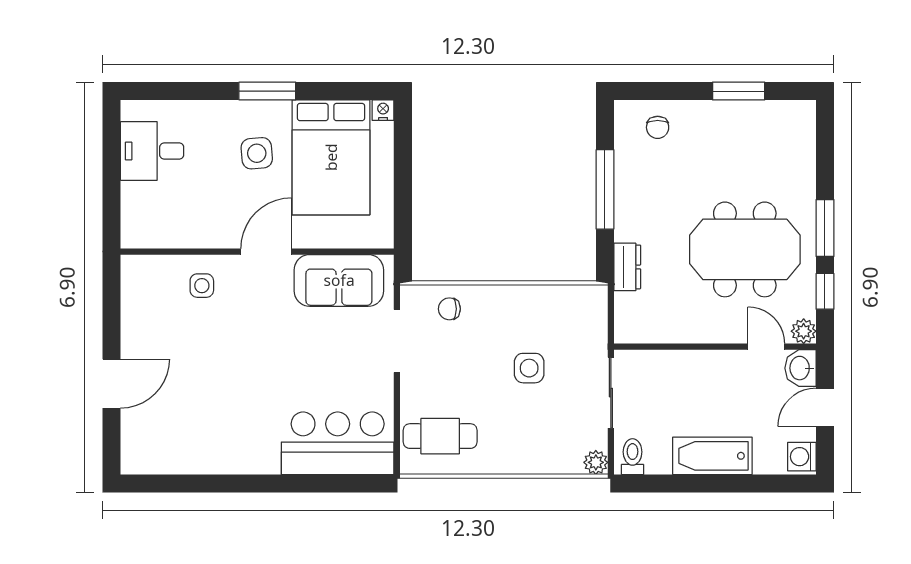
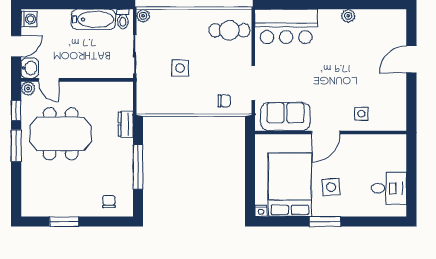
bathtub: (712, 456) -> (93, 19), moved
plant: (226, 462) -> (348, 16), added

